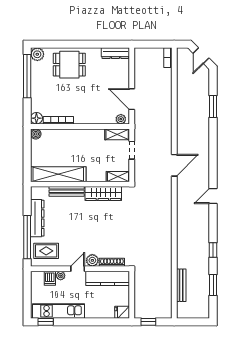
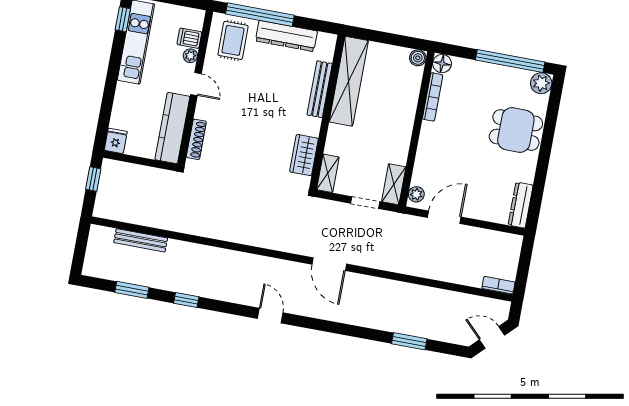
dining table: (69, 65) -> (516, 130), turned 90
wardrobe: (103, 194) -> (304, 155), width x0.67
plant: (92, 260) -> (205, 109), removed

